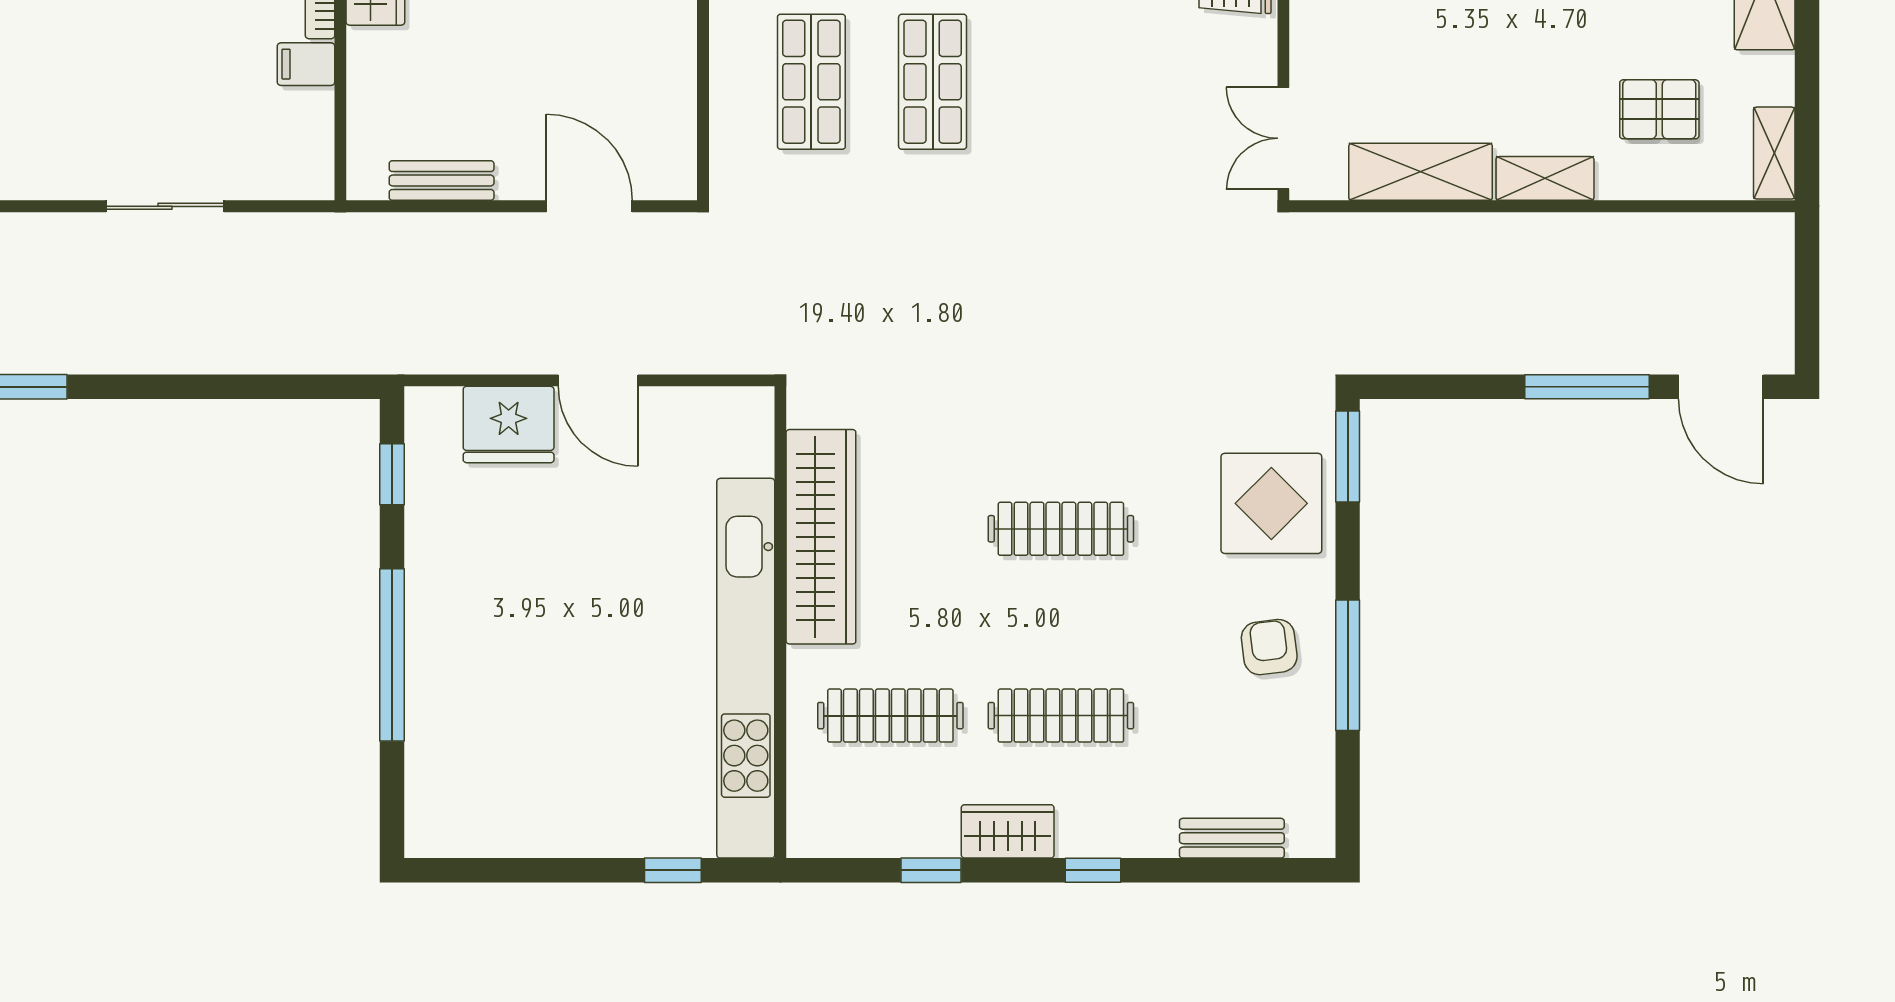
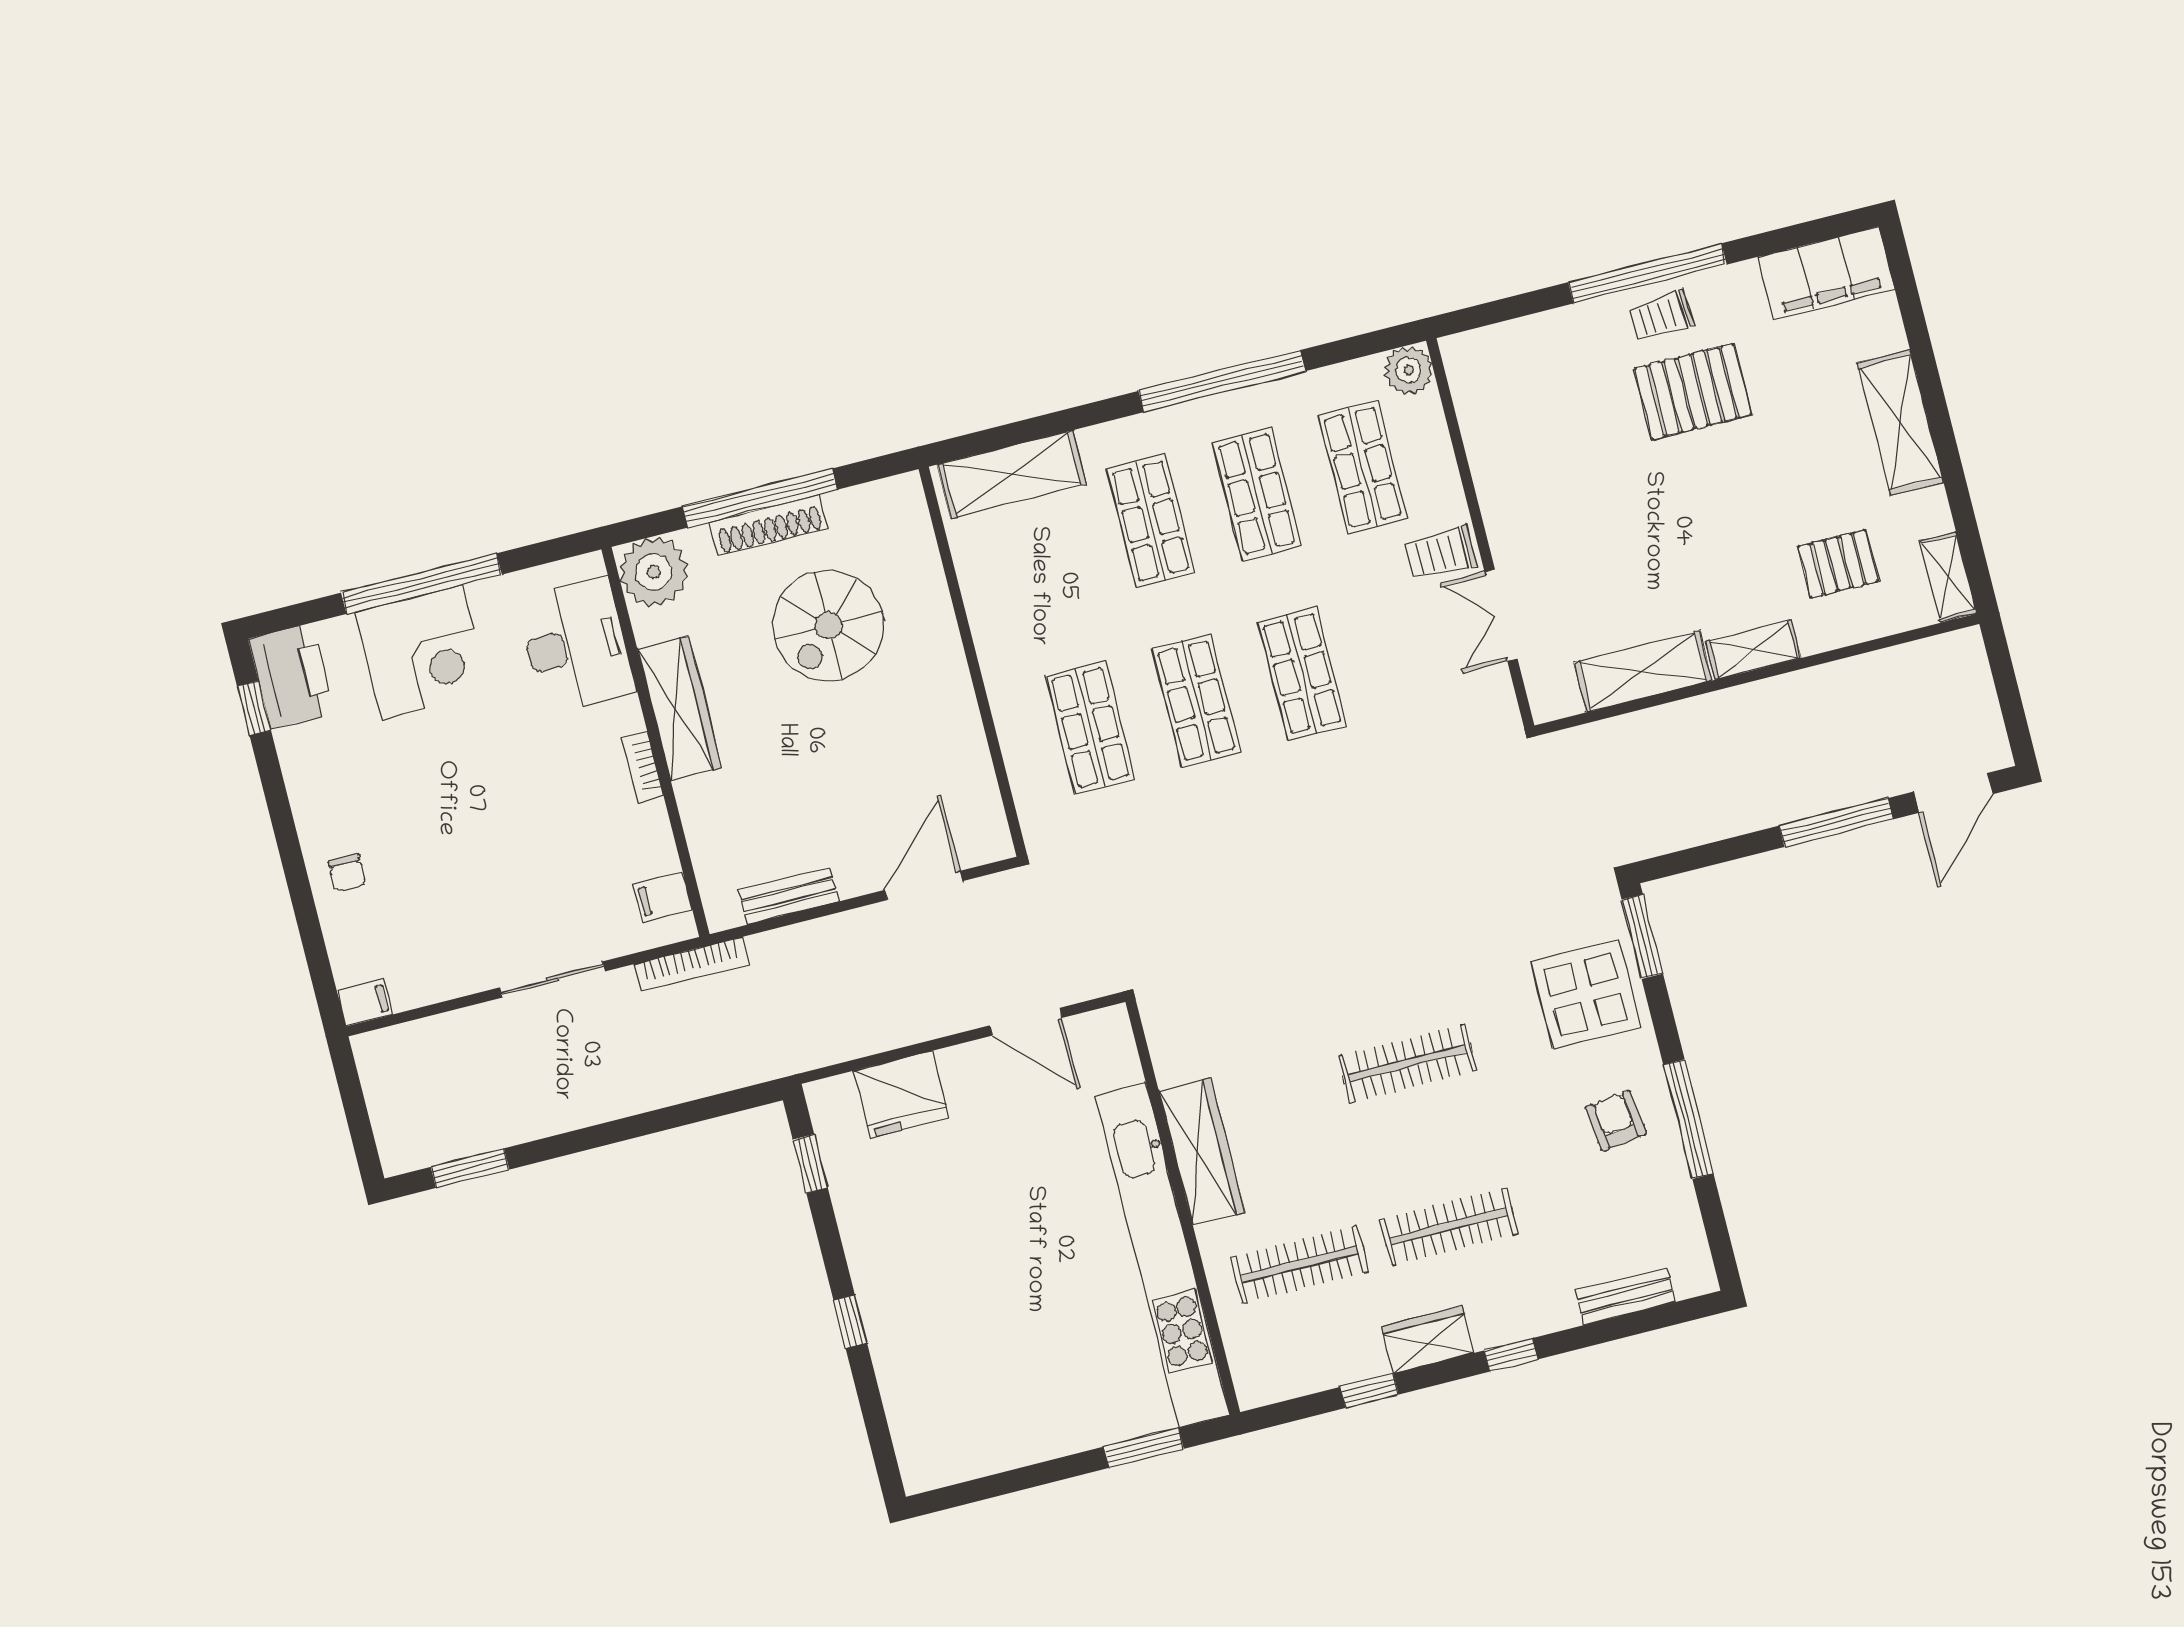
filing cabinet: (306, 64) -> (663, 897), moved
shop shelf: (1054, 82) -> (1302, 674), added
double door: (1283, 138) -> (1501, 615), moved
door: (589, 206) -> (924, 886), hinge flipped
bookcase: (319, 228) -> (691, 964), added
door: (598, 380) -> (1026, 1022), moved
door: (1721, 387) -> (1953, 793), hinge flipped
wardrobe: (821, 537) -> (1202, 1151), width x0.71, depth x0.85
window: (392, 655) -> (850, 1322), width x0.32
window: (673, 870) -> (1144, 1448), width x1.50

